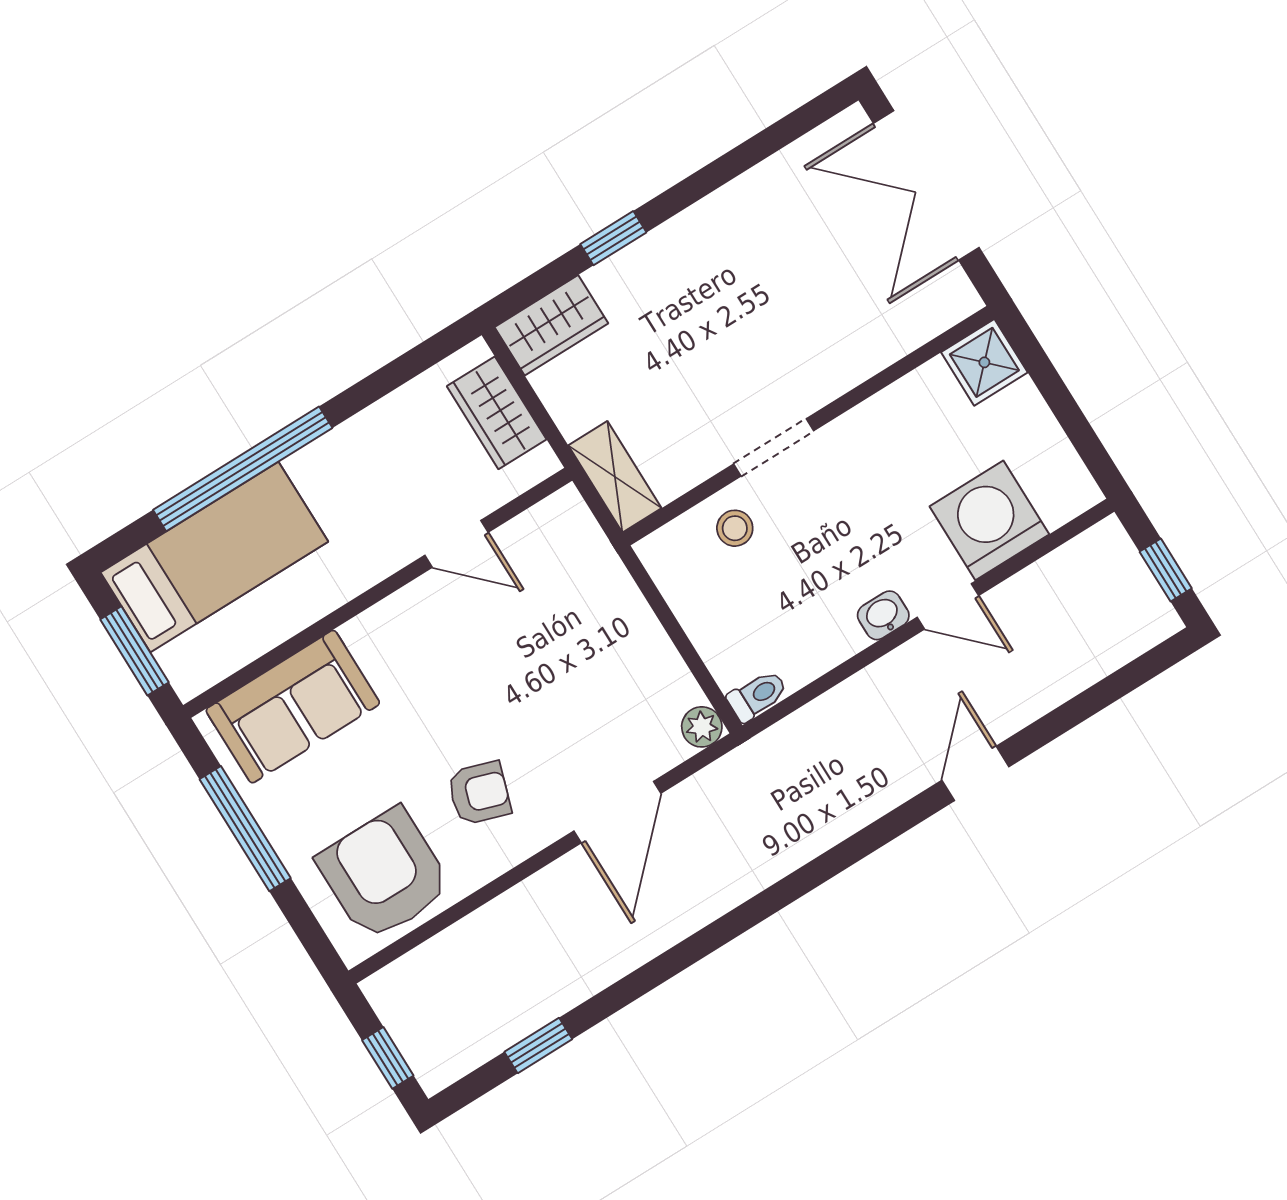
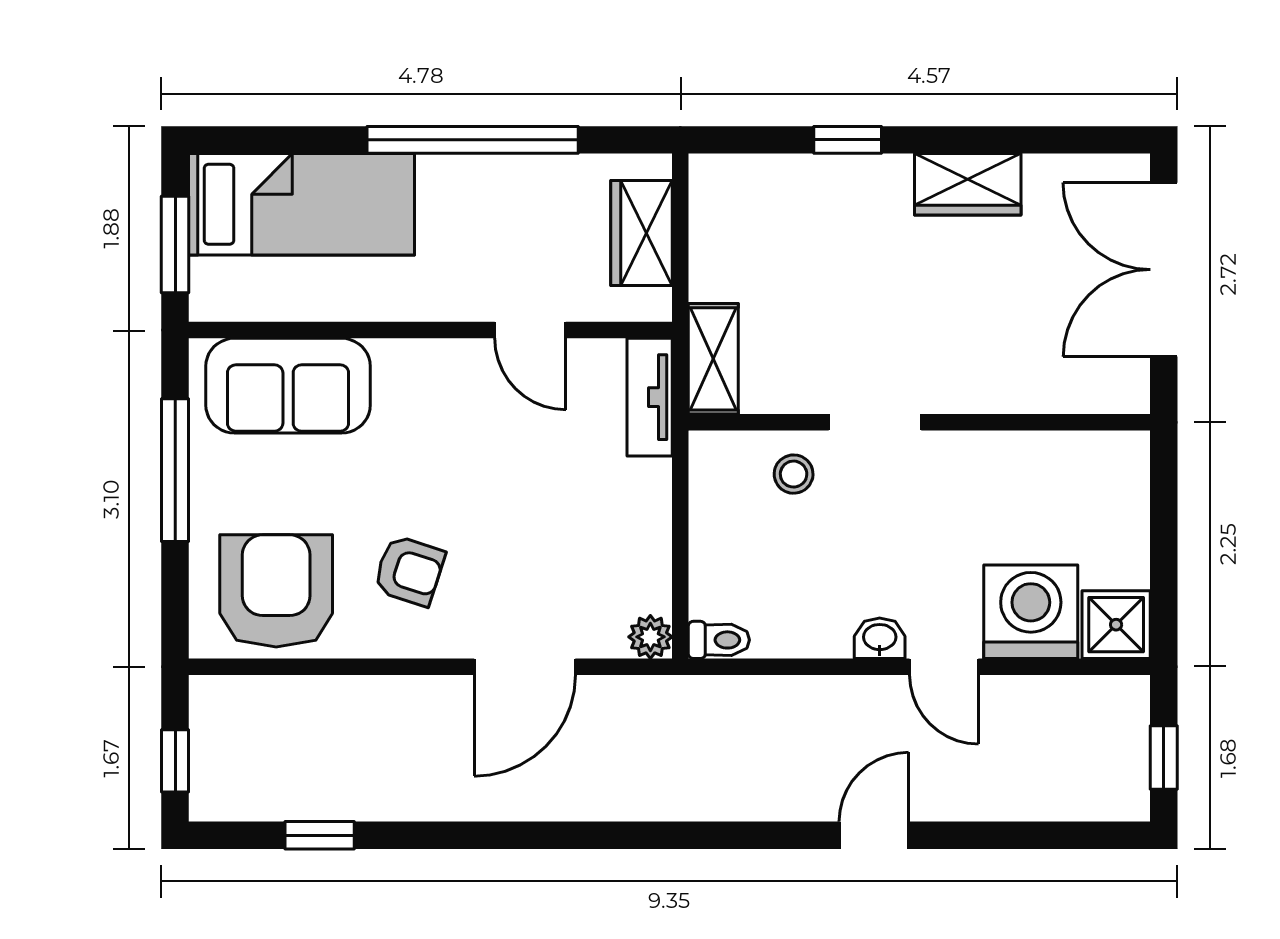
wardrobe: (551, 325) -> (968, 184), moved
shower: (984, 362) -> (1116, 625), moved
window: (243, 469) -> (473, 140), moved
tv unit: (583, 538) -> (650, 397), added

